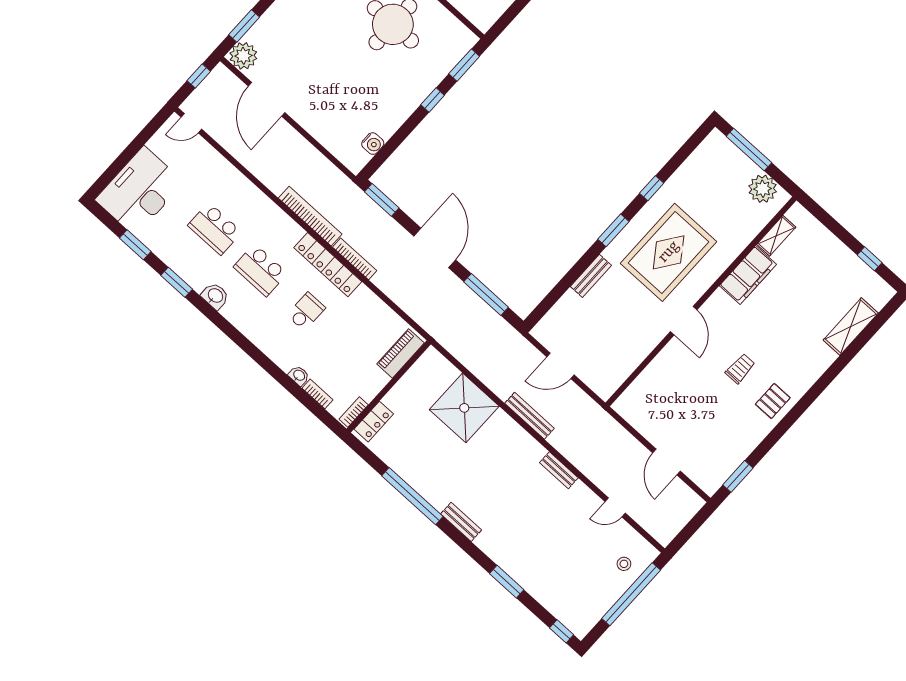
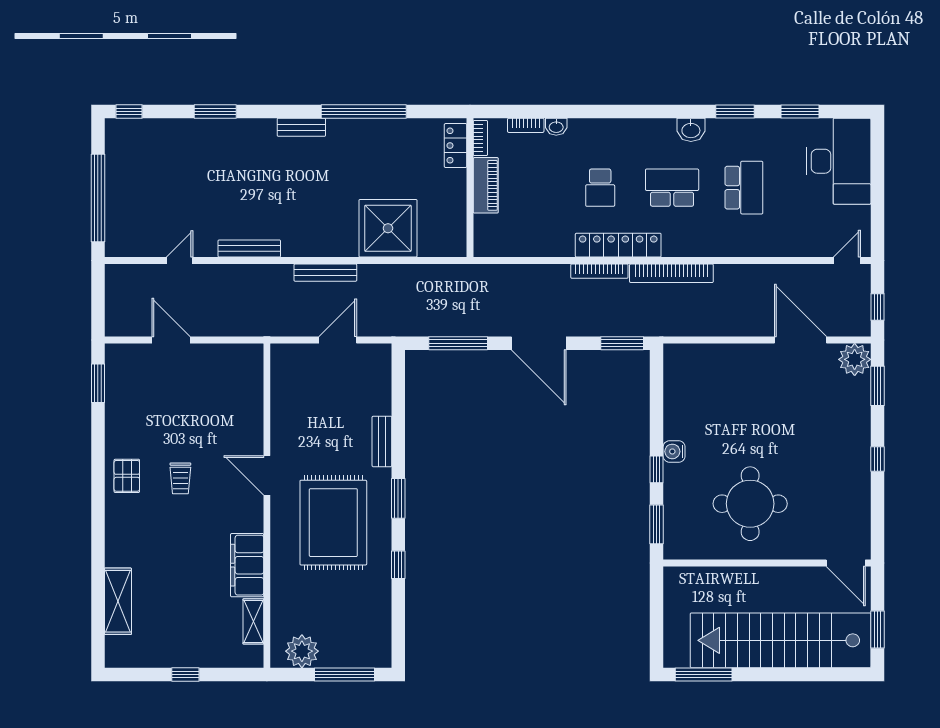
water cooler: (373, 144) -> (674, 451), moved
school desk: (215, 229) -> (744, 188), turned 90
window: (870, 259) -> (185, 674), moved
piano: (400, 353) -> (486, 185), moved
bench: (559, 470) -> (249, 248), width x1.36
stool: (624, 564) -> (128, 219), removed

